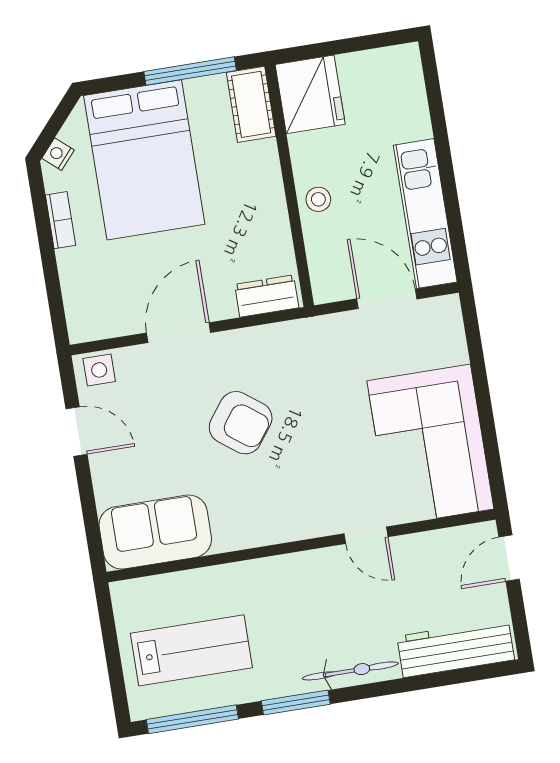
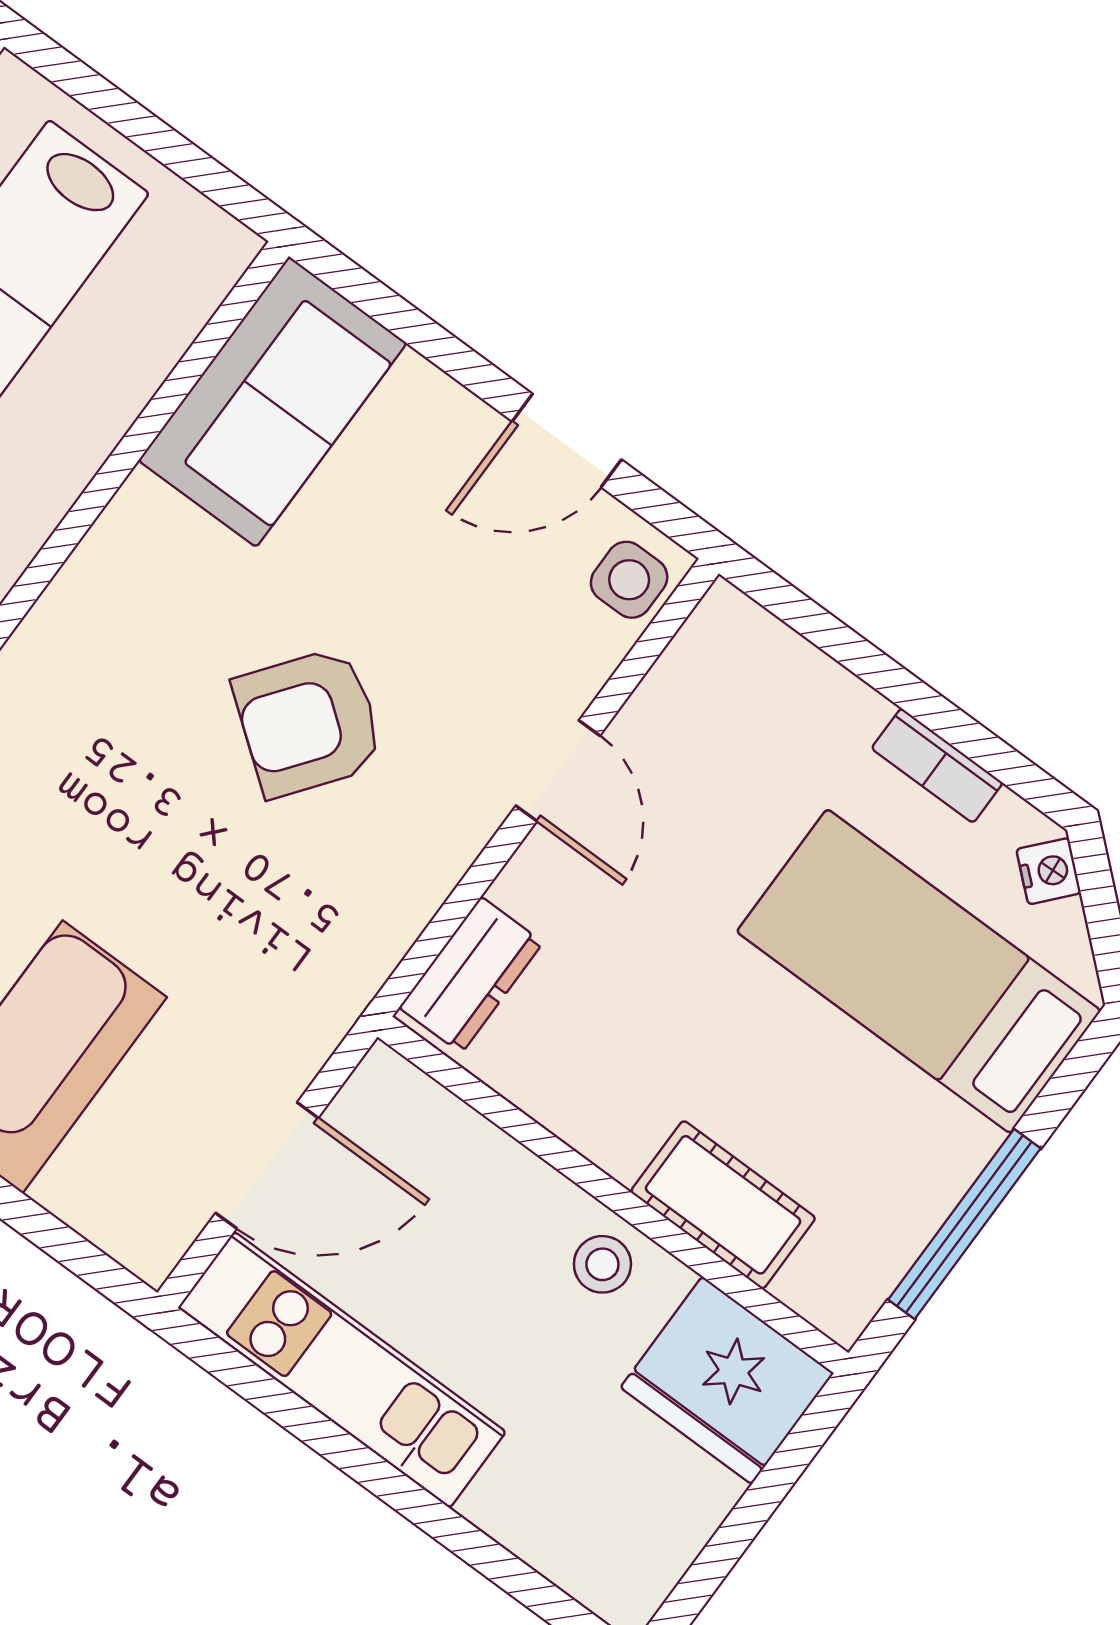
cot: (251, 104) -> (723, 1205), moved
bed: (144, 160) -> (919, 971), width x0.67
stool: (318, 199) -> (602, 1264), moved
door: (179, 333) -> (558, 771), width x0.73

